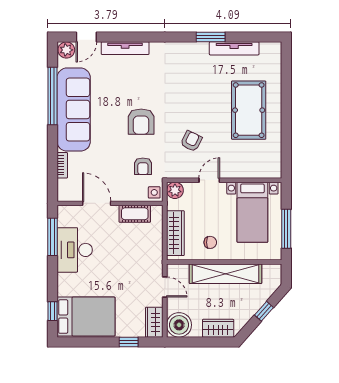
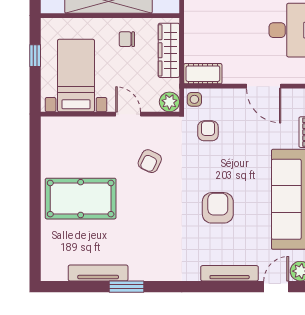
pool table: (249, 110) -> (81, 199), turned 90
armchair: (141, 122) -> (218, 208), moved
door: (209, 180) -> (128, 114), swing flipped
cot: (135, 214) -> (203, 74), moved
window: (286, 229) -> (35, 56), width x0.46

